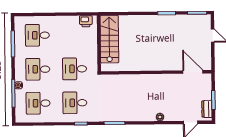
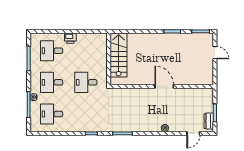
printer: (86, 21) -> (70, 38), moved
door: (193, 72) -> (164, 86), moved
desk: (75, 103) -> (86, 114), removed

